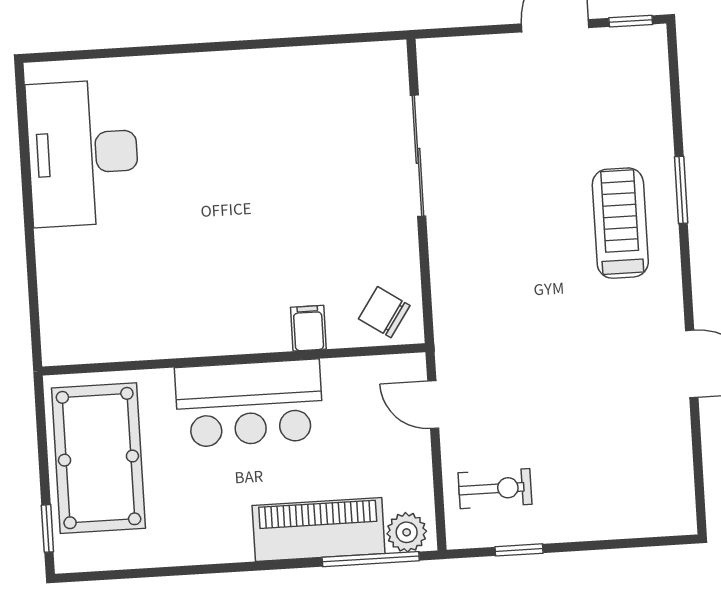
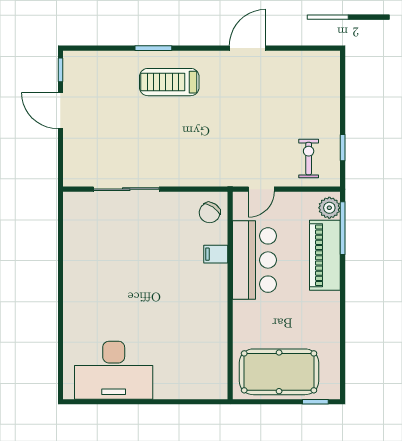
bar counter: (249, 403) -> (254, 260), moved

